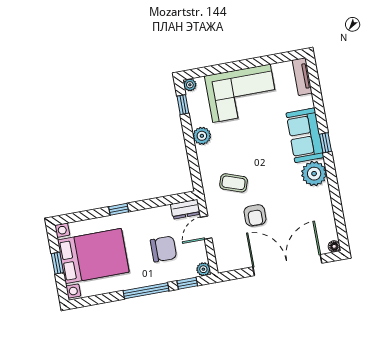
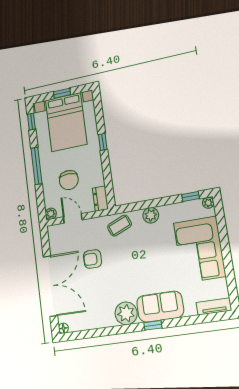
plant: (202, 136) -> (151, 215), moved
coffee table: (234, 183) -> (120, 226), moved, turned 49
door: (206, 228) -> (73, 218), moved
window: (187, 283) -> (31, 122), moved

